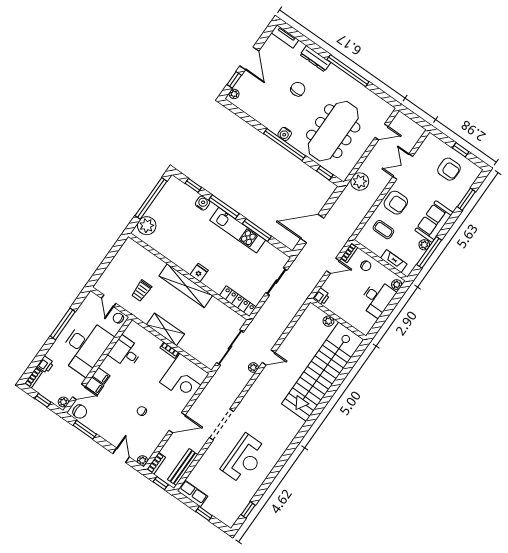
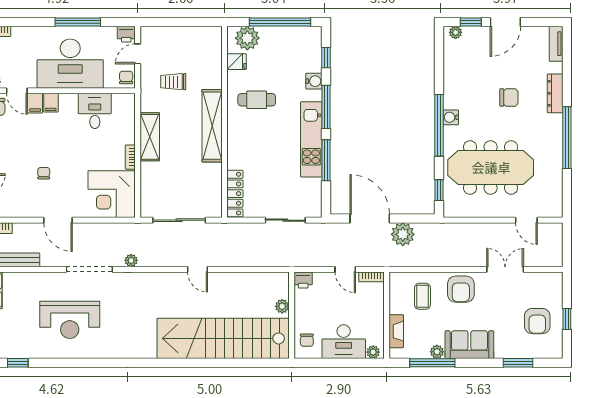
plant: (360, 182) -> (403, 234), moved
cafe table: (189, 247) -> (257, 100), added
chair: (366, 266) -> (307, 340), moved
fridge: (199, 273) -> (236, 62), moved
printer: (45, 365) -> (126, 34), moved
plant: (253, 367) -> (131, 260), moved

